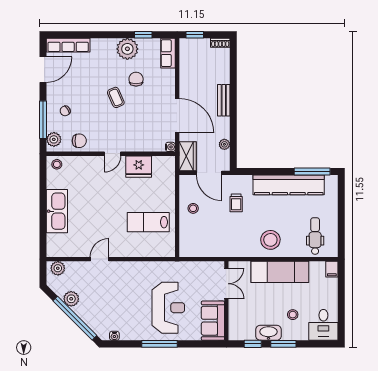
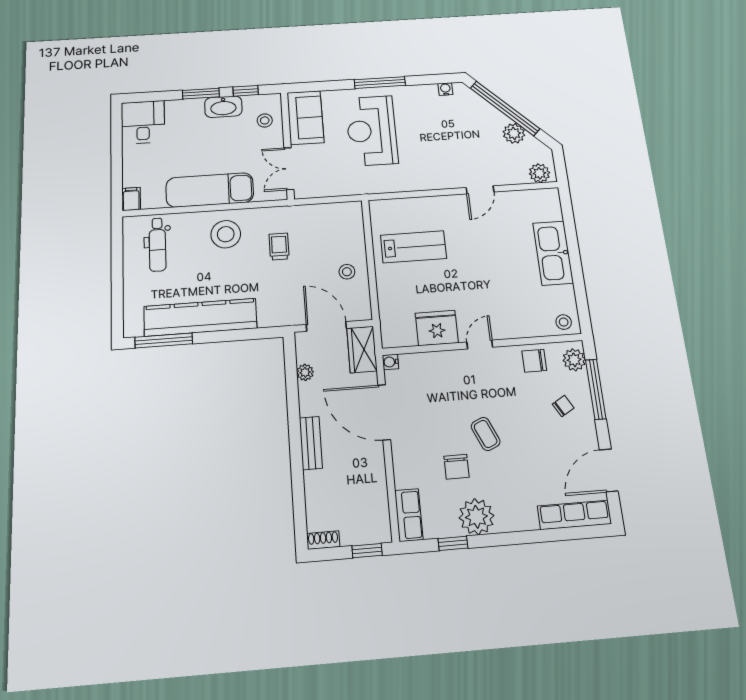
trolley: (236, 203) -> (279, 246), moved
stool: (293, 315) -> (265, 120), moved

